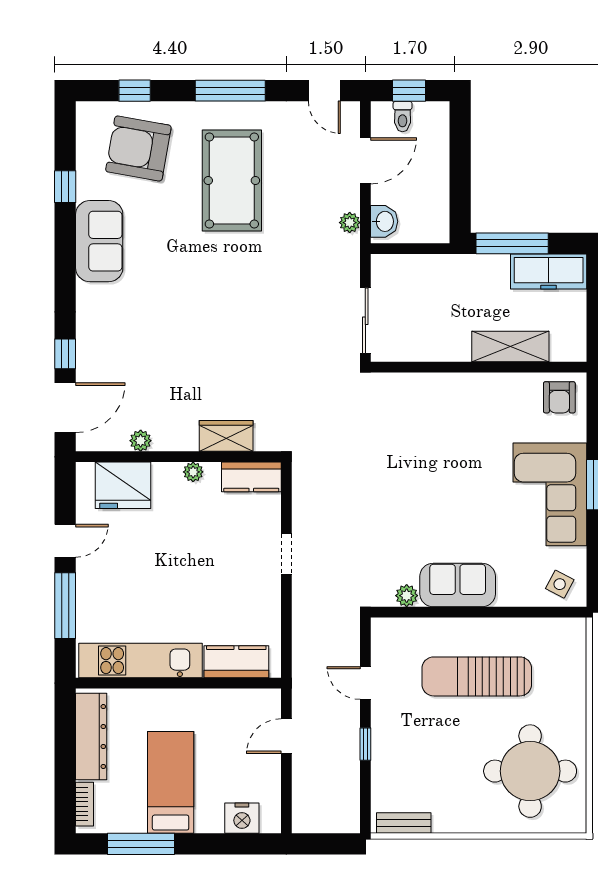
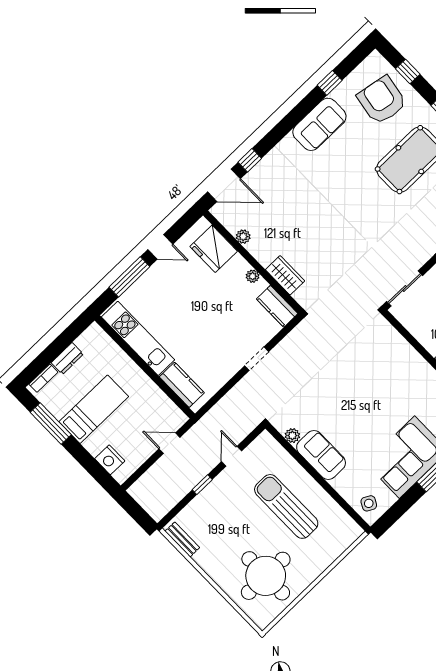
dresser: (91, 737) -> (67, 358), width x0.51, depth x0.80

